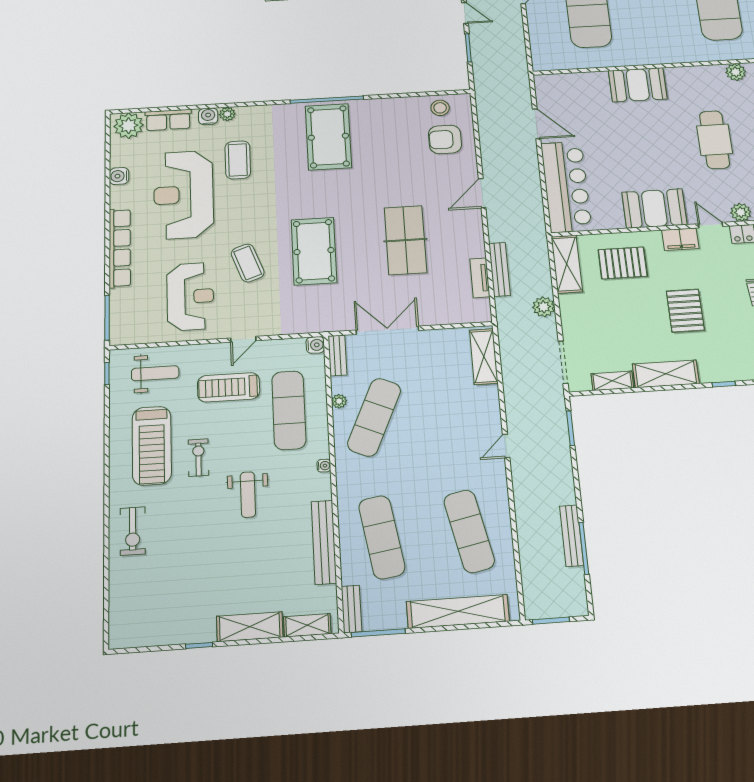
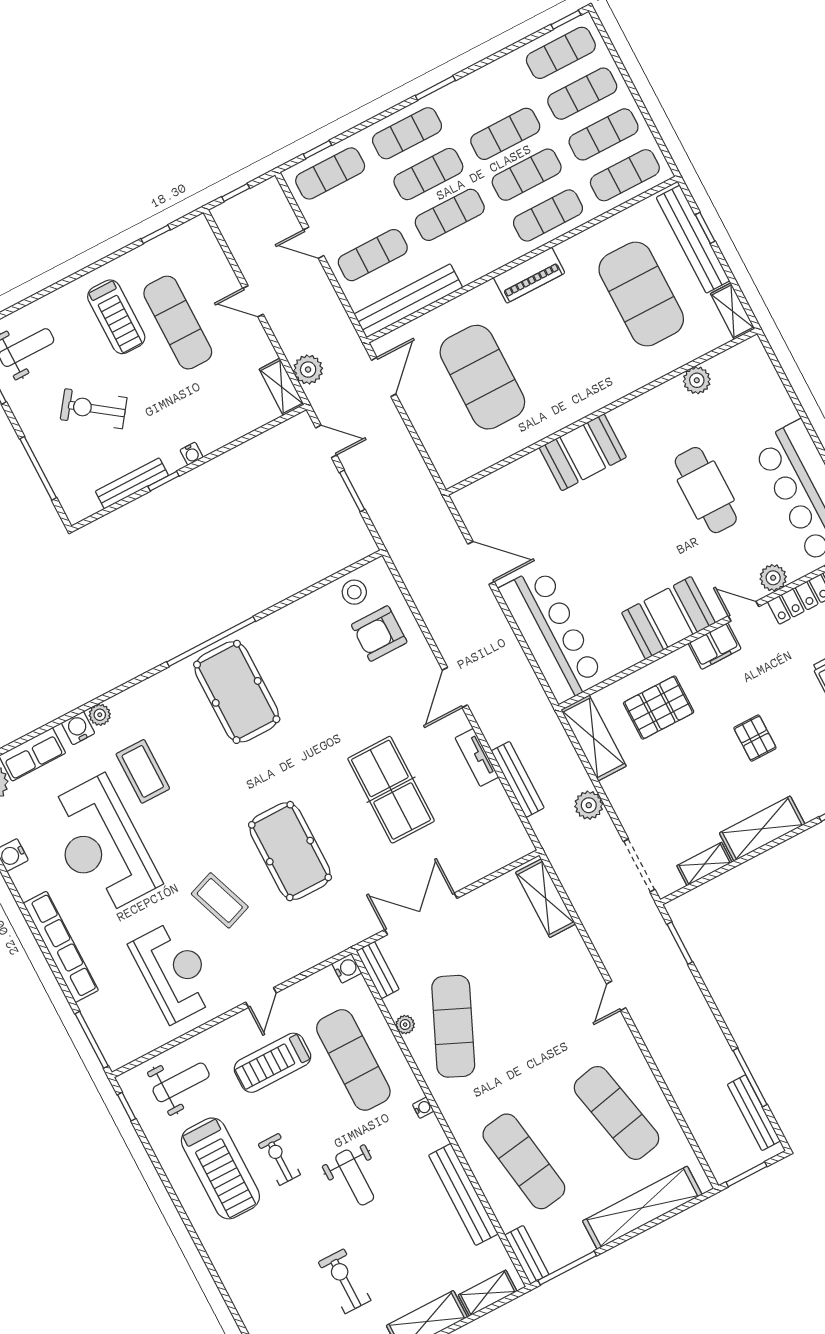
tv unit: (480, 278) -> (477, 757), moved
pallet: (685, 311) -> (755, 738), width x0.67, depth x0.71
exercise bike: (133, 531) -> (345, 1281), moved, turned 180
bench: (572, 536) -> (754, 1113), moved

